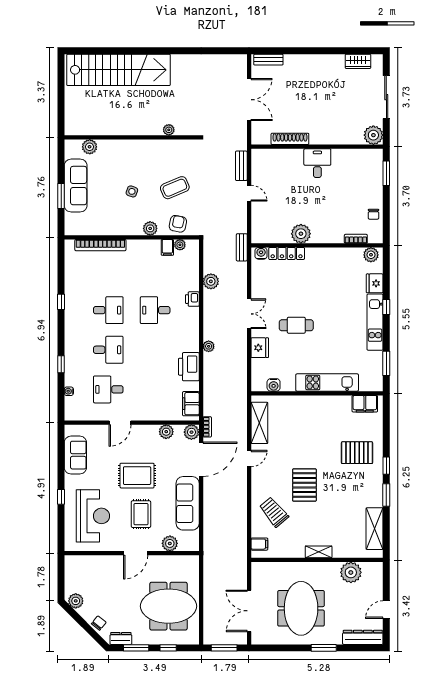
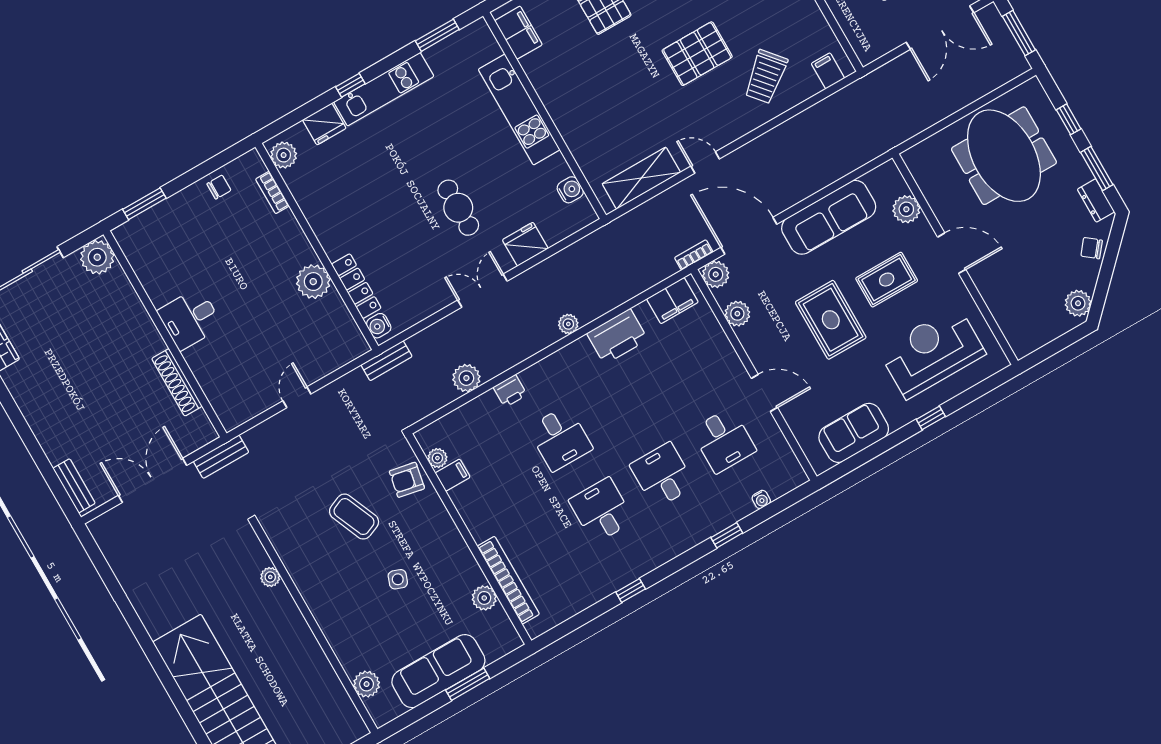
bench: (241, 166) -> (221, 457), moved
plant: (150, 228) -> (484, 598), moved

